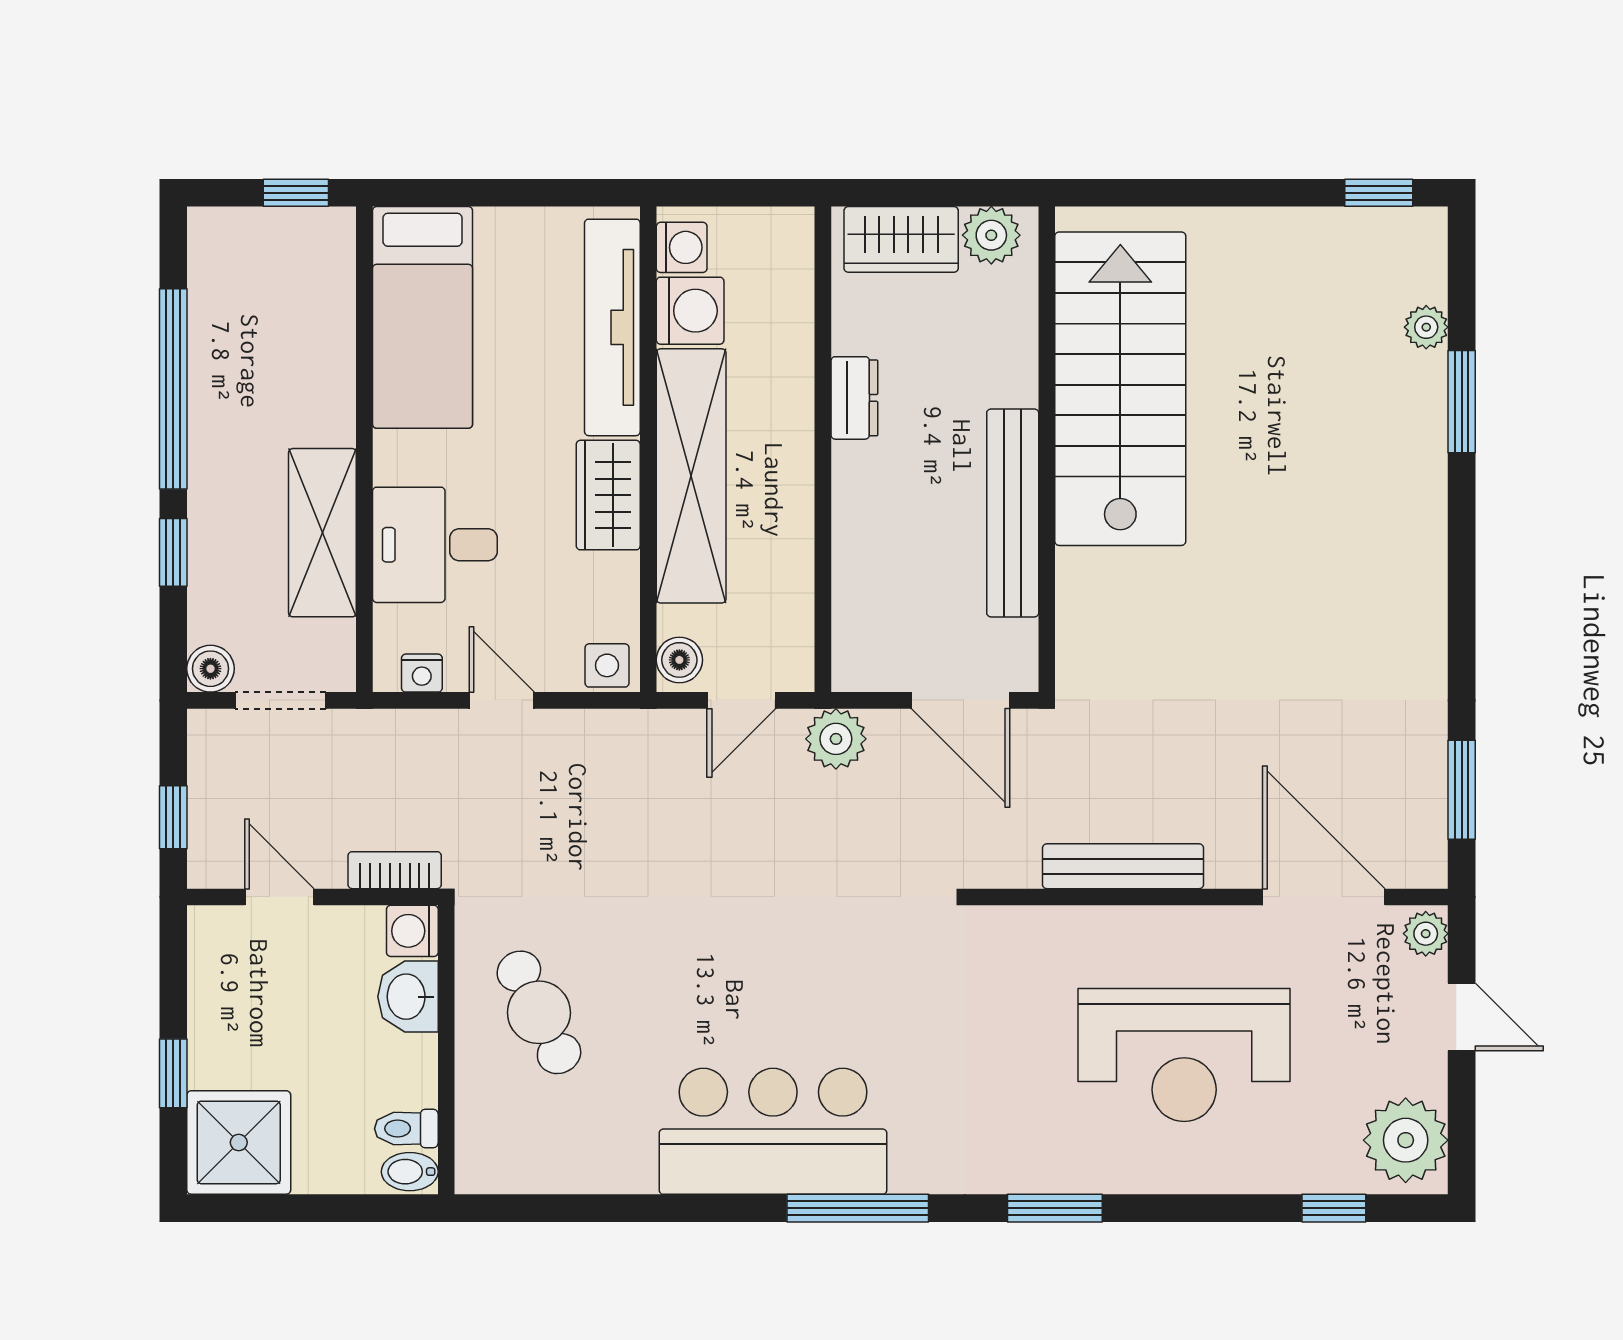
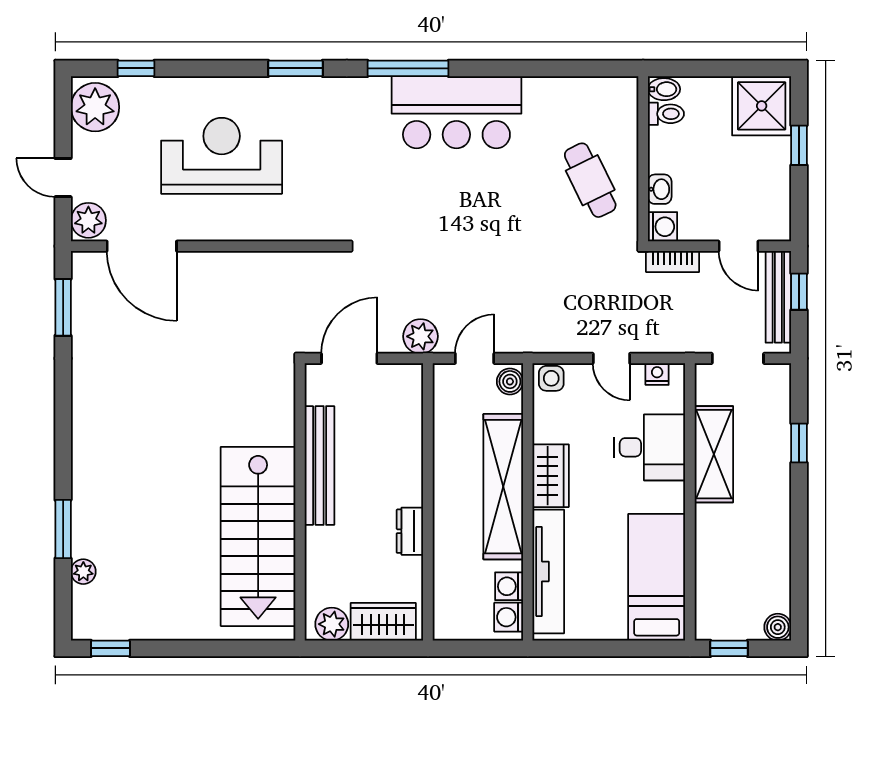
washing machine: (690, 311) -> (509, 586), width x0.73, depth x0.73
window: (173, 389) -> (799, 536), removed
boiler: (210, 669) -> (778, 627), moved
door: (961, 700) -> (349, 358), hinge flipped
bench: (1123, 866) -> (778, 297), moved, turned 90
plant: (1426, 934) -> (88, 220), width x1.38, depth x1.38
washbasin: (408, 997) -> (660, 189), width x0.72, depth x0.69

